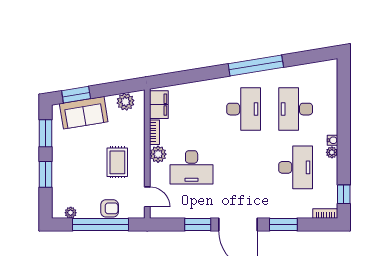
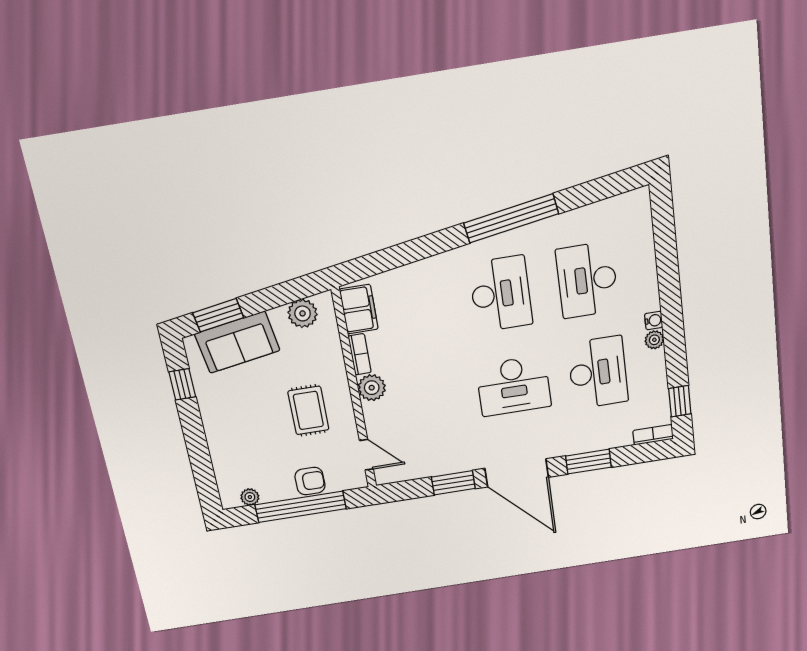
window: (46, 133) -> (182, 384), width x0.67
desk: (192, 167) -> (514, 386), moved
window: (46, 174) -> (197, 447), removed

